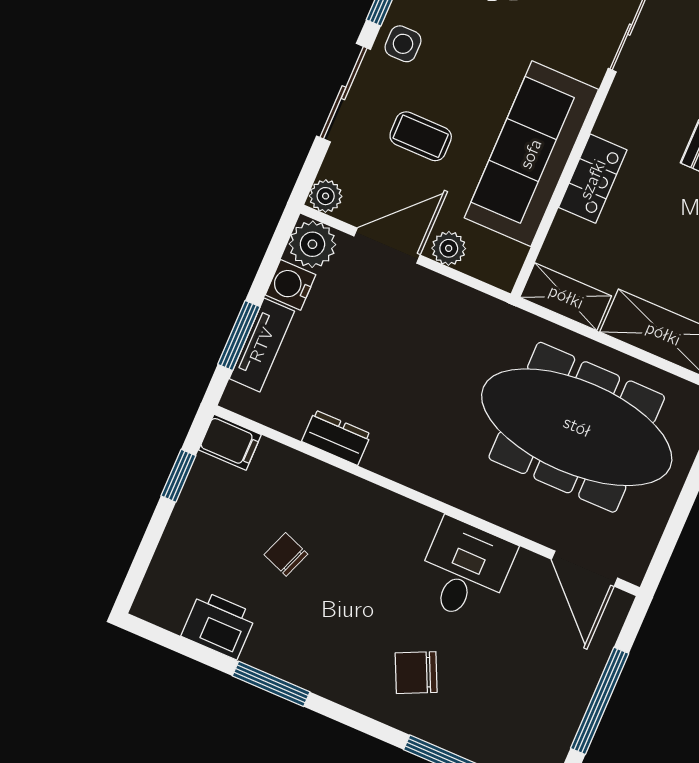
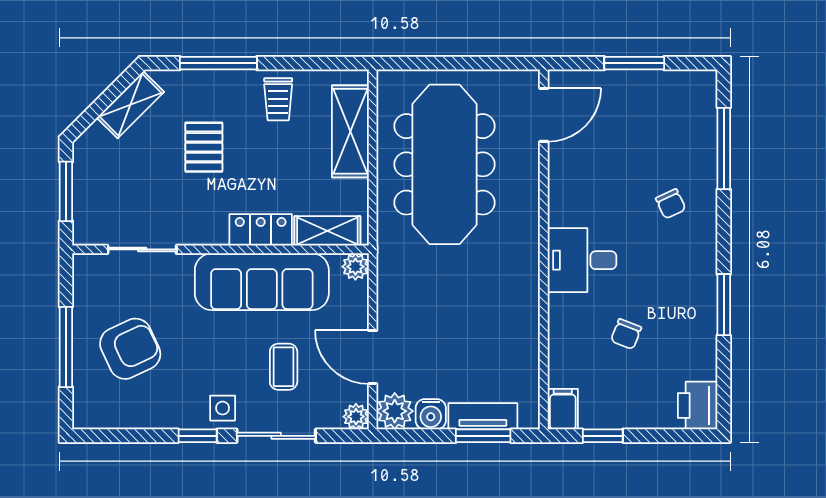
plant: (449, 248) -> (355, 267), moved
shelving: (566, 297) -> (327, 231), moved, turned 90
dresser: (336, 438) -> (526, 334), removed
desk: (465, 570) -> (582, 260), moved
printer: (219, 625) -> (698, 405), moved
chair: (416, 673) -> (671, 204), width x0.73, depth x0.73
window: (600, 701) -> (634, 63), width x0.69

